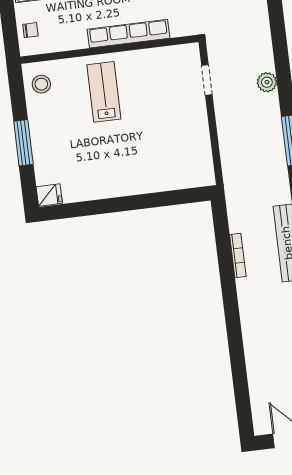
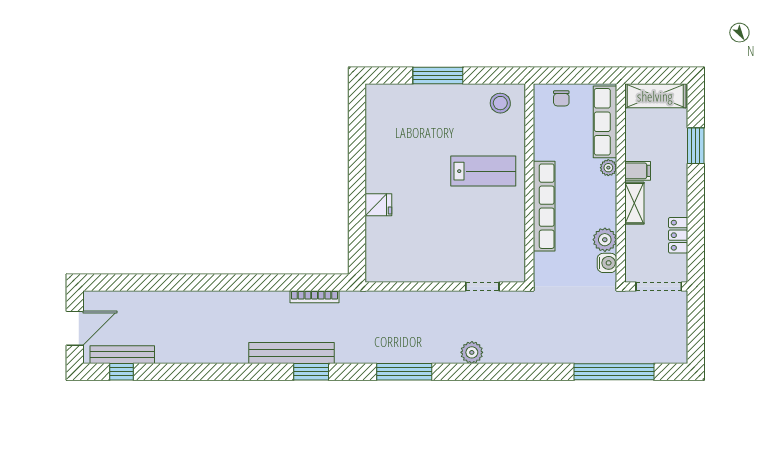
fridge: (49, 195) -> (378, 205), moved, turned -90
bookcase: (238, 256) -> (314, 297), moved

